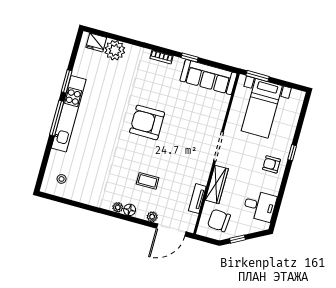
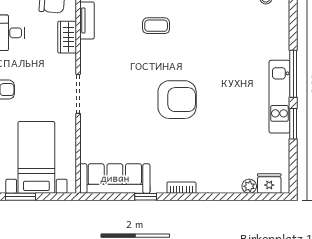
plant: (115, 50) -> (249, 186), width x0.53, depth x0.53
window: (258, 76) -> (20, 197), moved
kitchen unit: (69, 114) -> (279, 97), width x0.73
wardrobe: (217, 184) -> (67, 37), width x0.67

